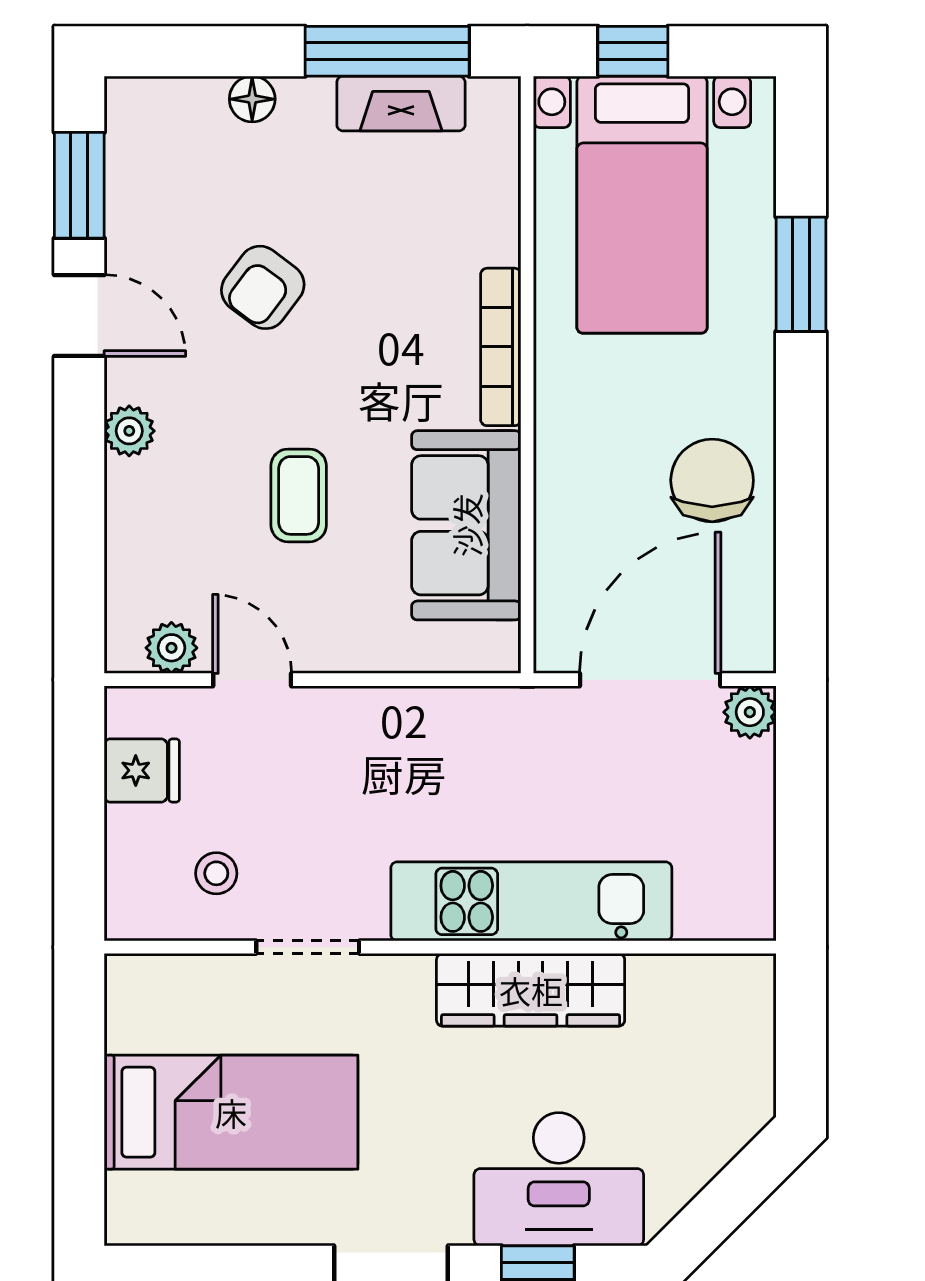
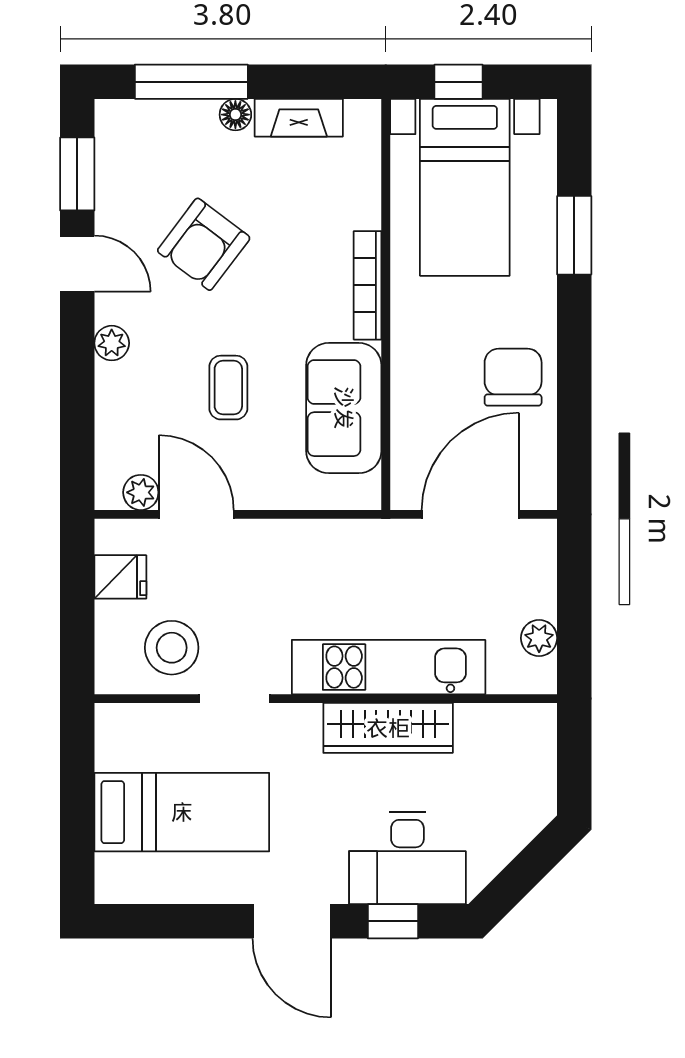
window: (387, 51) -> (191, 82), moved
floor lamp: (252, 99) -> (235, 115), moved
armchair: (263, 287) -> (204, 244), width x1.38, depth x1.38
door: (252, 680) -> (196, 514), width x1.38
plant: (750, 712) -> (539, 638), moved
stool: (216, 873) -> (172, 648), width x1.89, depth x1.89

